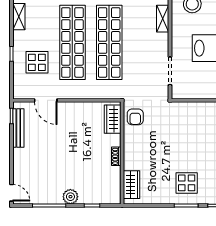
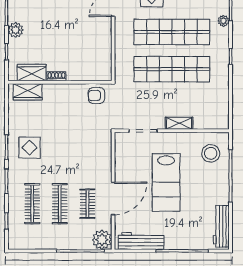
shelving: (163, 19) -> (179, 123), moved
wardrobe: (113, 119) -> (32, 73), moved

